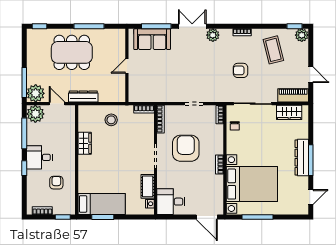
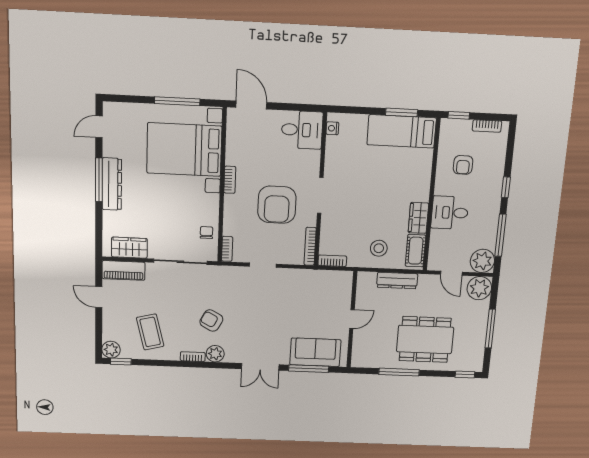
plant: (213, 35) -> (215, 354), moved
armchair: (240, 70) -> (211, 321), moved, turned -152
window: (24, 83) -> (490, 329), moved
dresser: (83, 97) -> (397, 280), moved
desk: (39, 157) -> (450, 213), moved, turned 180
cot: (148, 186) -> (416, 251), moved

